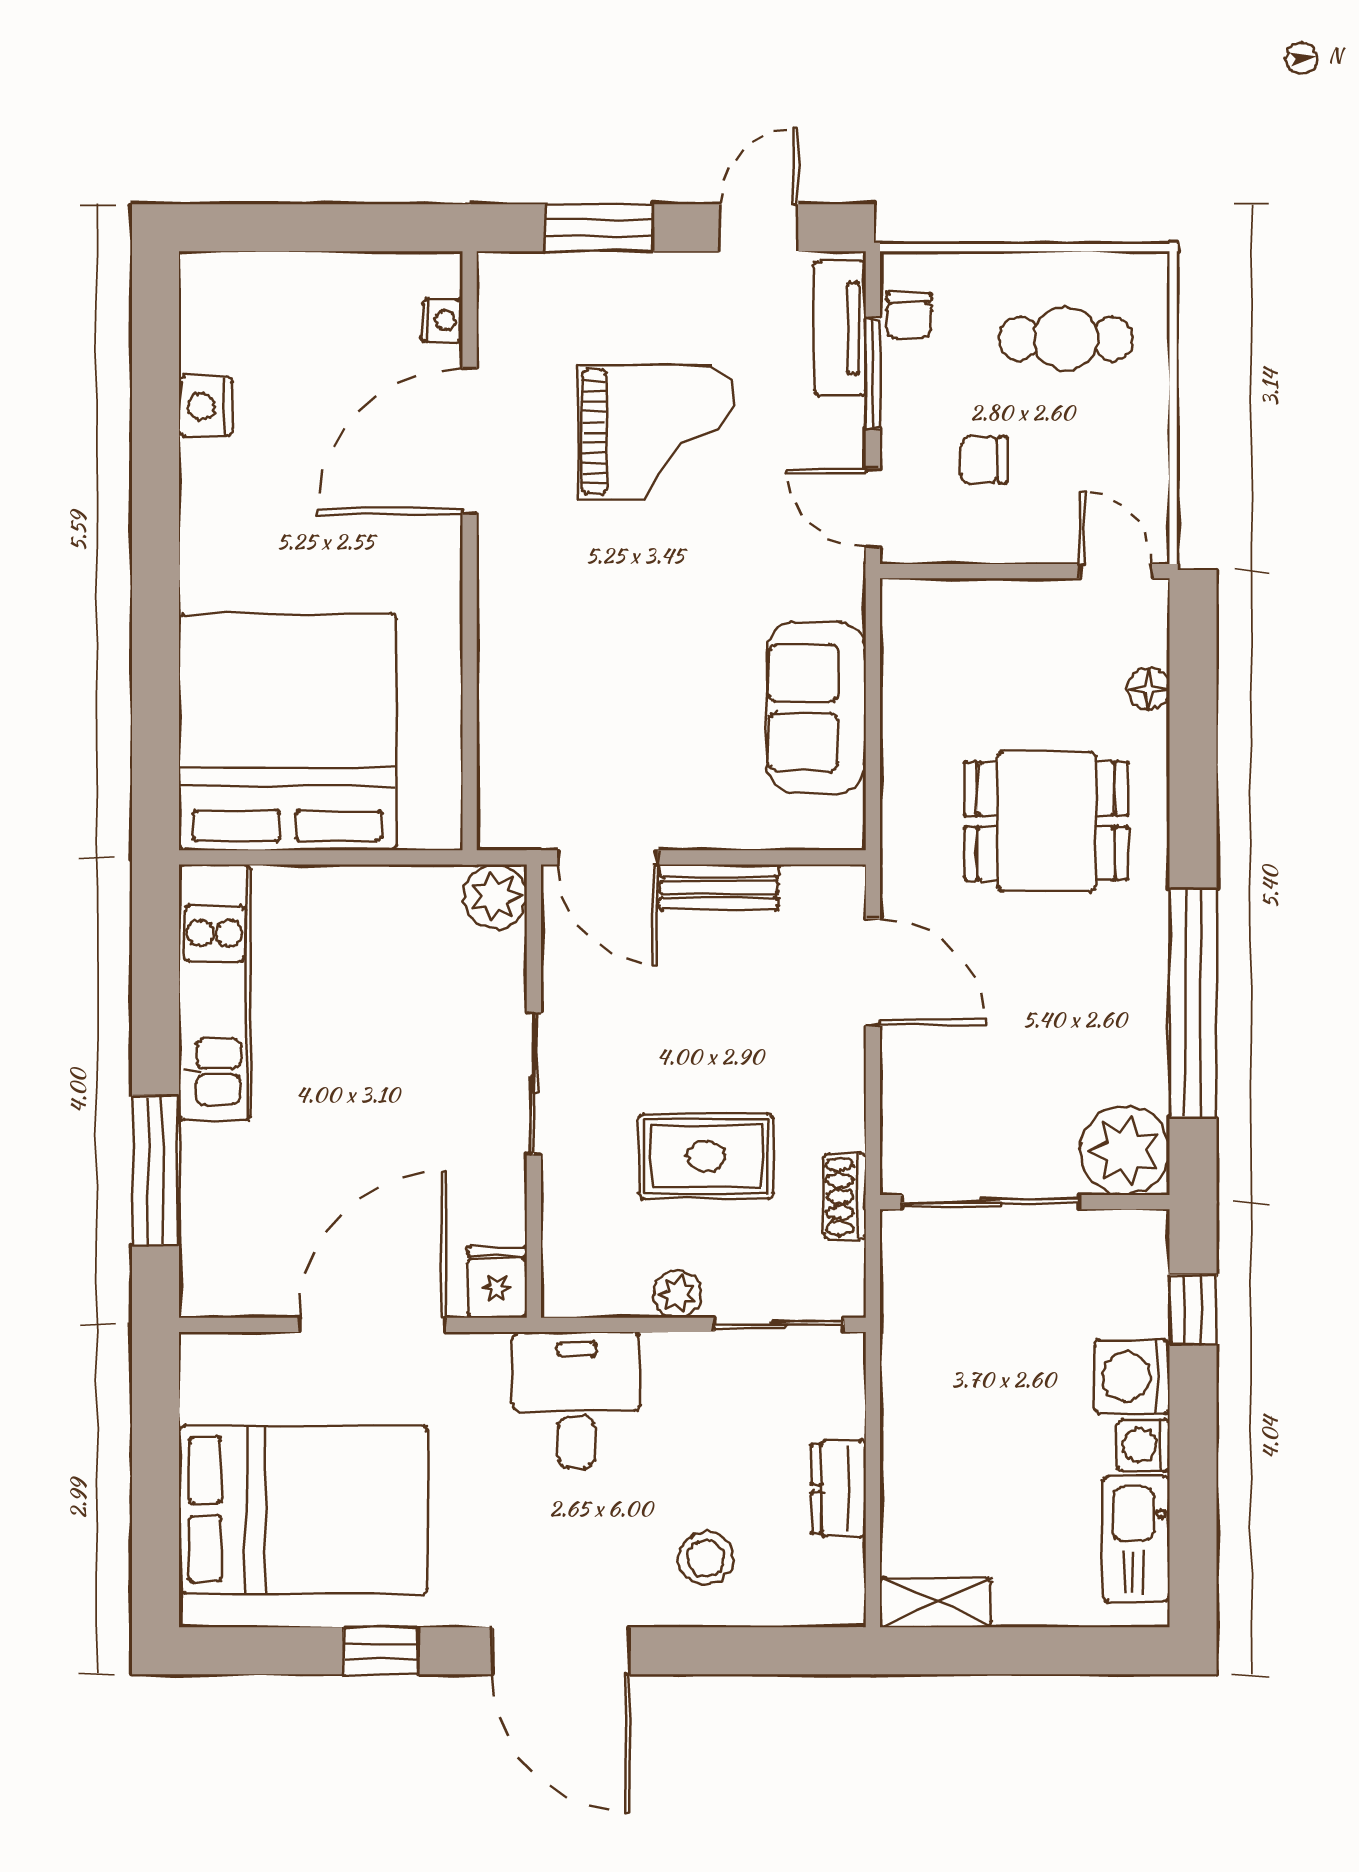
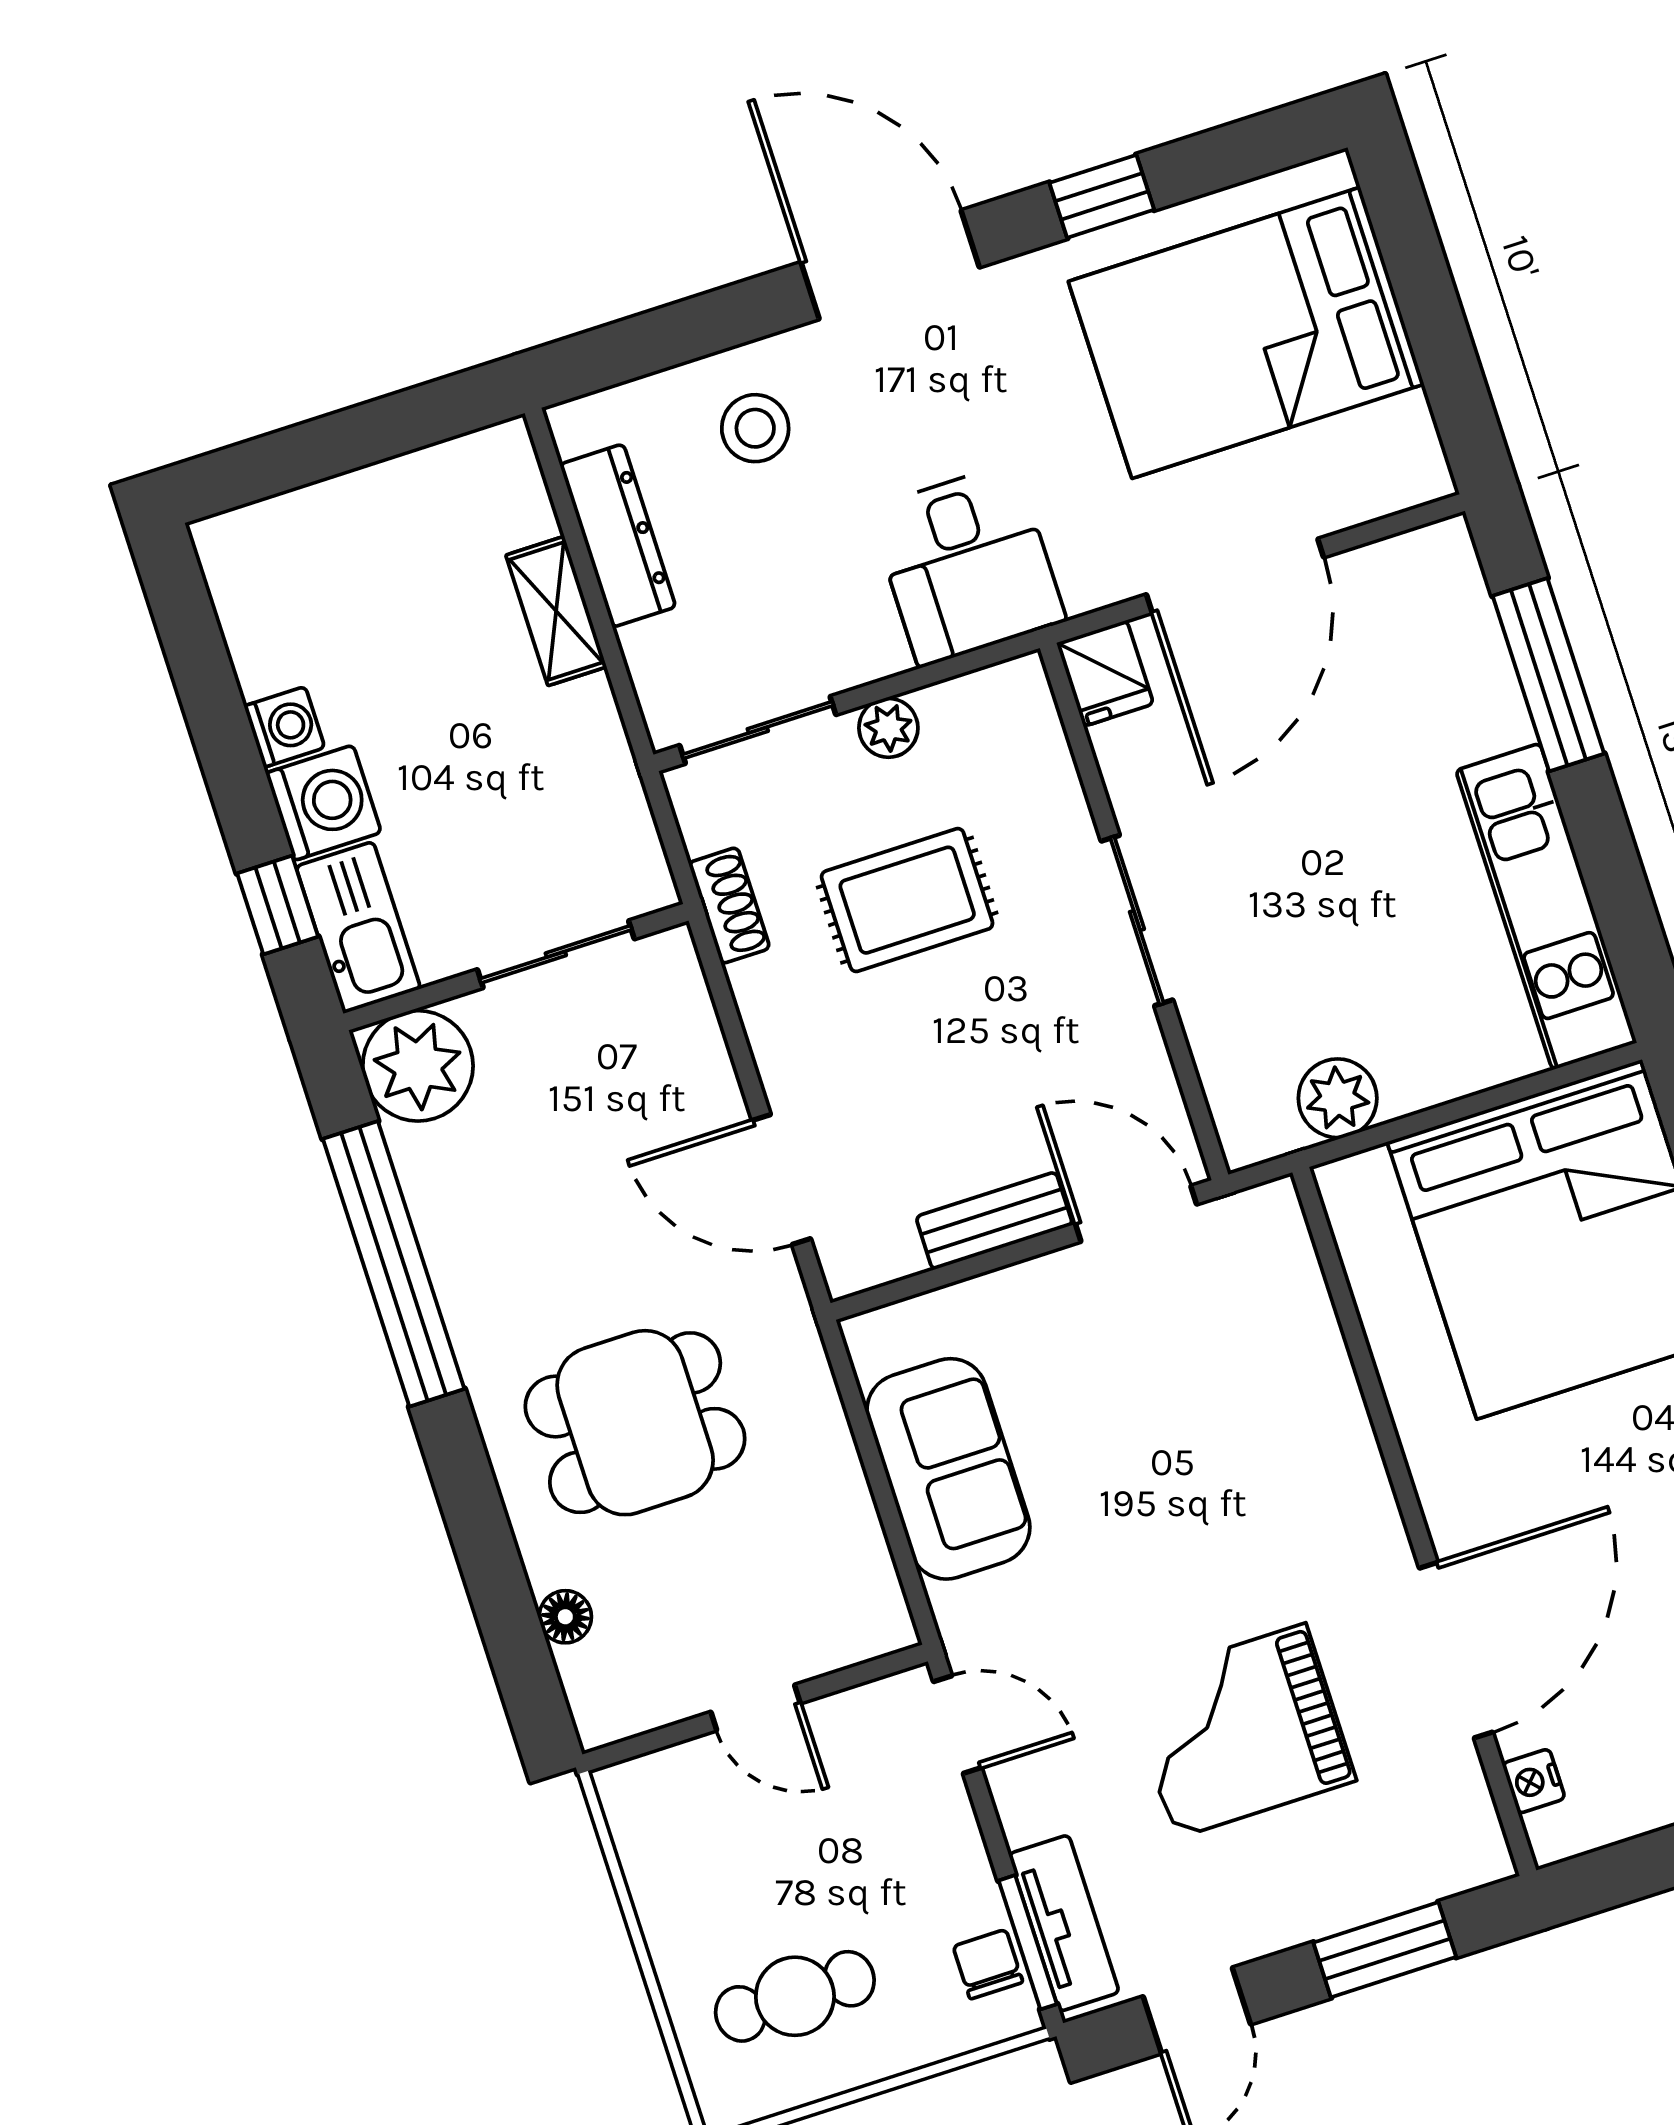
window: (873, 373) -> (1028, 1942), moved
chair: (984, 460) -> (845, 1823), removed
door: (1116, 571) -> (756, 1708), moved
plant: (495, 896) -> (1338, 1098), moved
sliding door: (991, 1202) -> (556, 954), width x0.73
dresser: (839, 1488) -> (618, 536), width x1.44
kitchen sink: (1136, 1539) -> (358, 928), moved
shelving: (935, 1602) -> (556, 611), moved, turned 90

